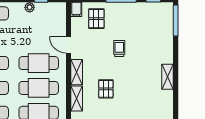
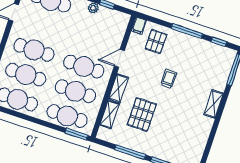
door: (68, 45) -> (119, 58), hinge flipped
shelving: (167, 77) -> (214, 104), moved
pallet: (106, 89) -> (142, 114), width x1.50, depth x1.42

